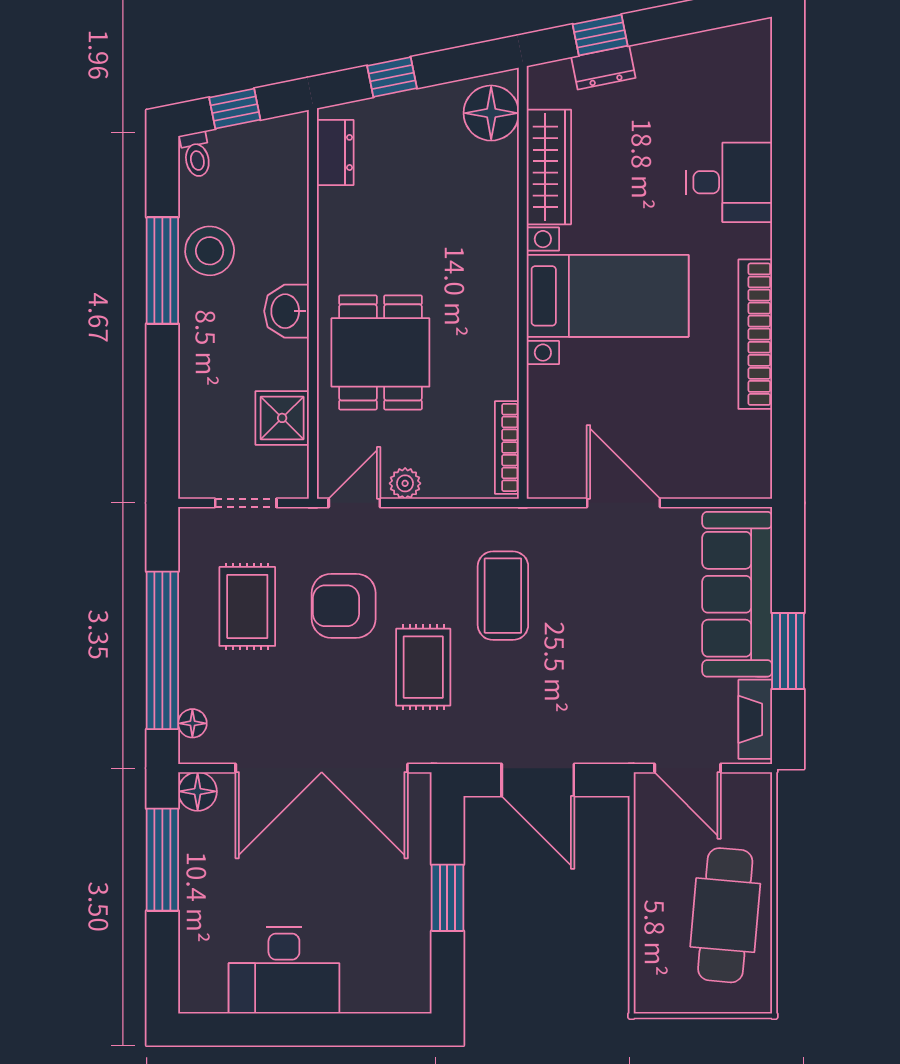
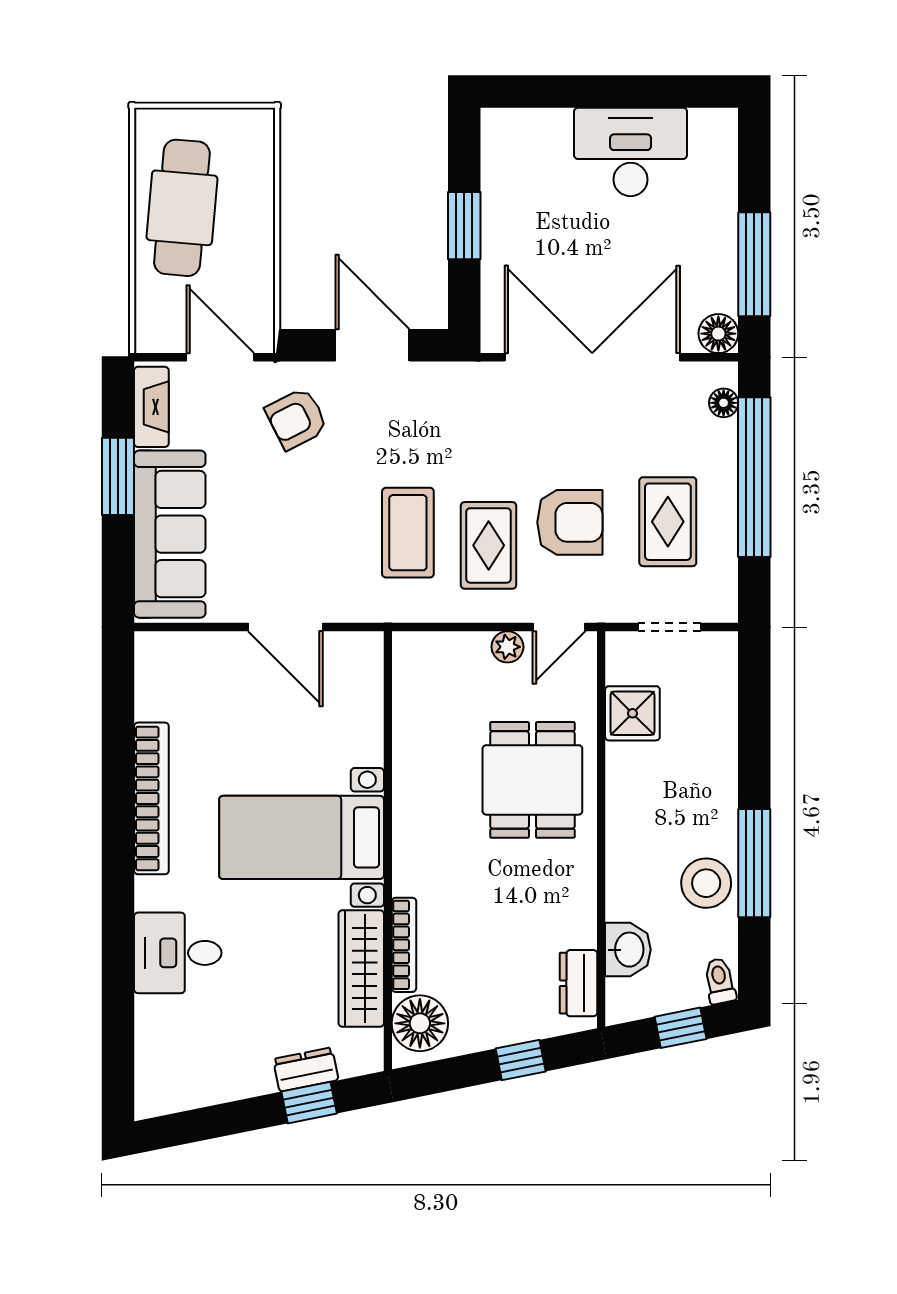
washbasin: (287, 311) -> (628, 950), moved
bookcase: (507, 447) -> (404, 945), moved
rug: (423, 667) -> (489, 545), moved
armchair: (613, 708) -> (297, 419), added

